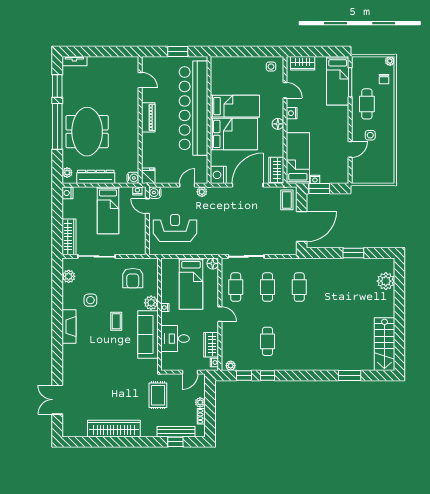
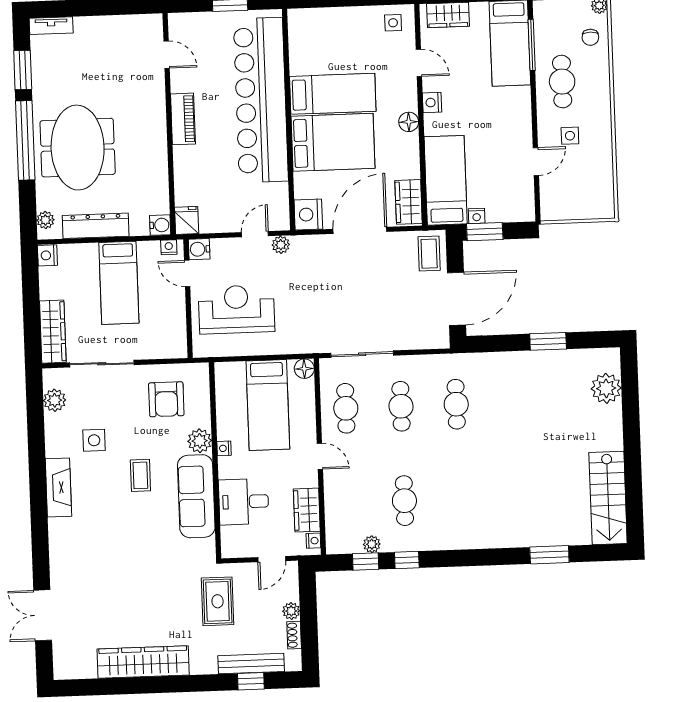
plant: (231, 366) -> (372, 544), moved

